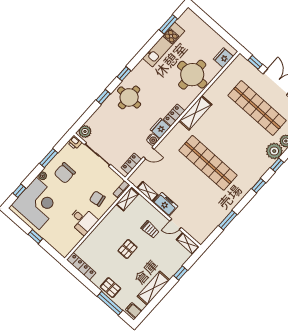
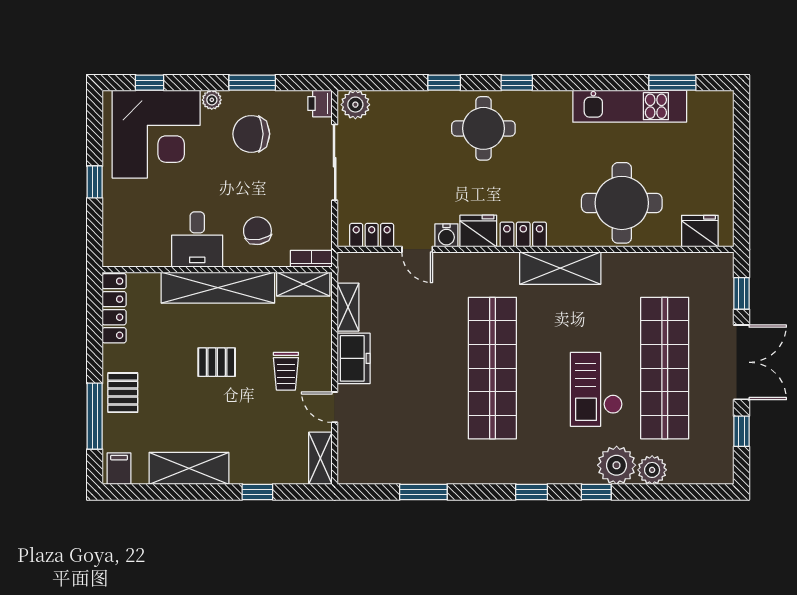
checkout: (244, 136) -> (596, 389), added
shelving: (104, 227) -> (218, 288), added

